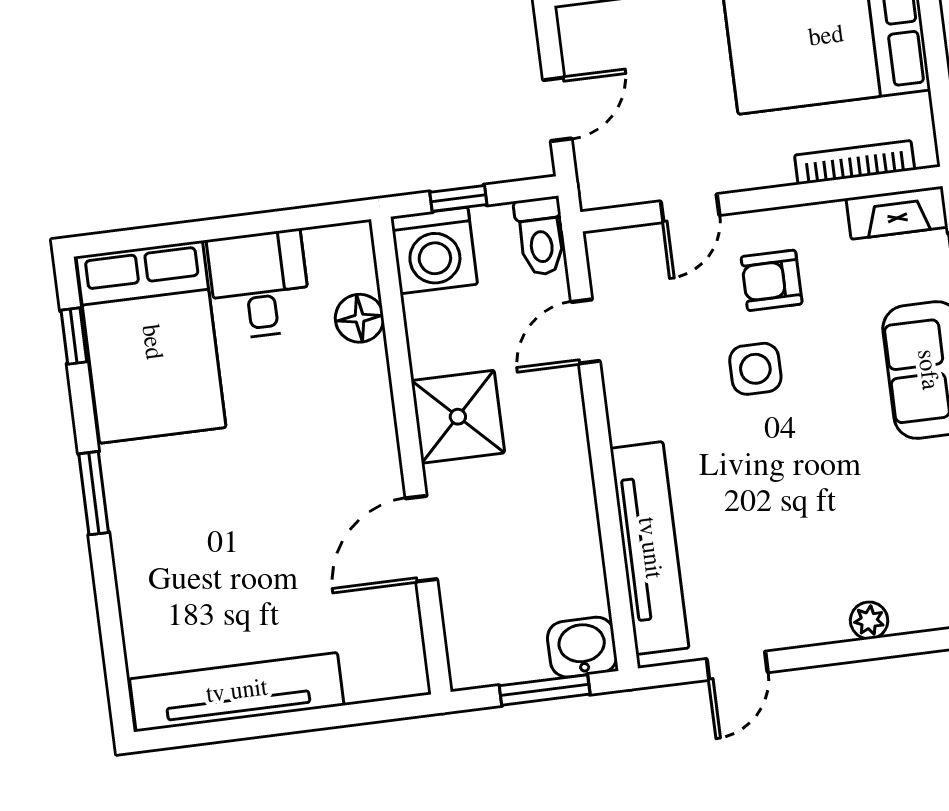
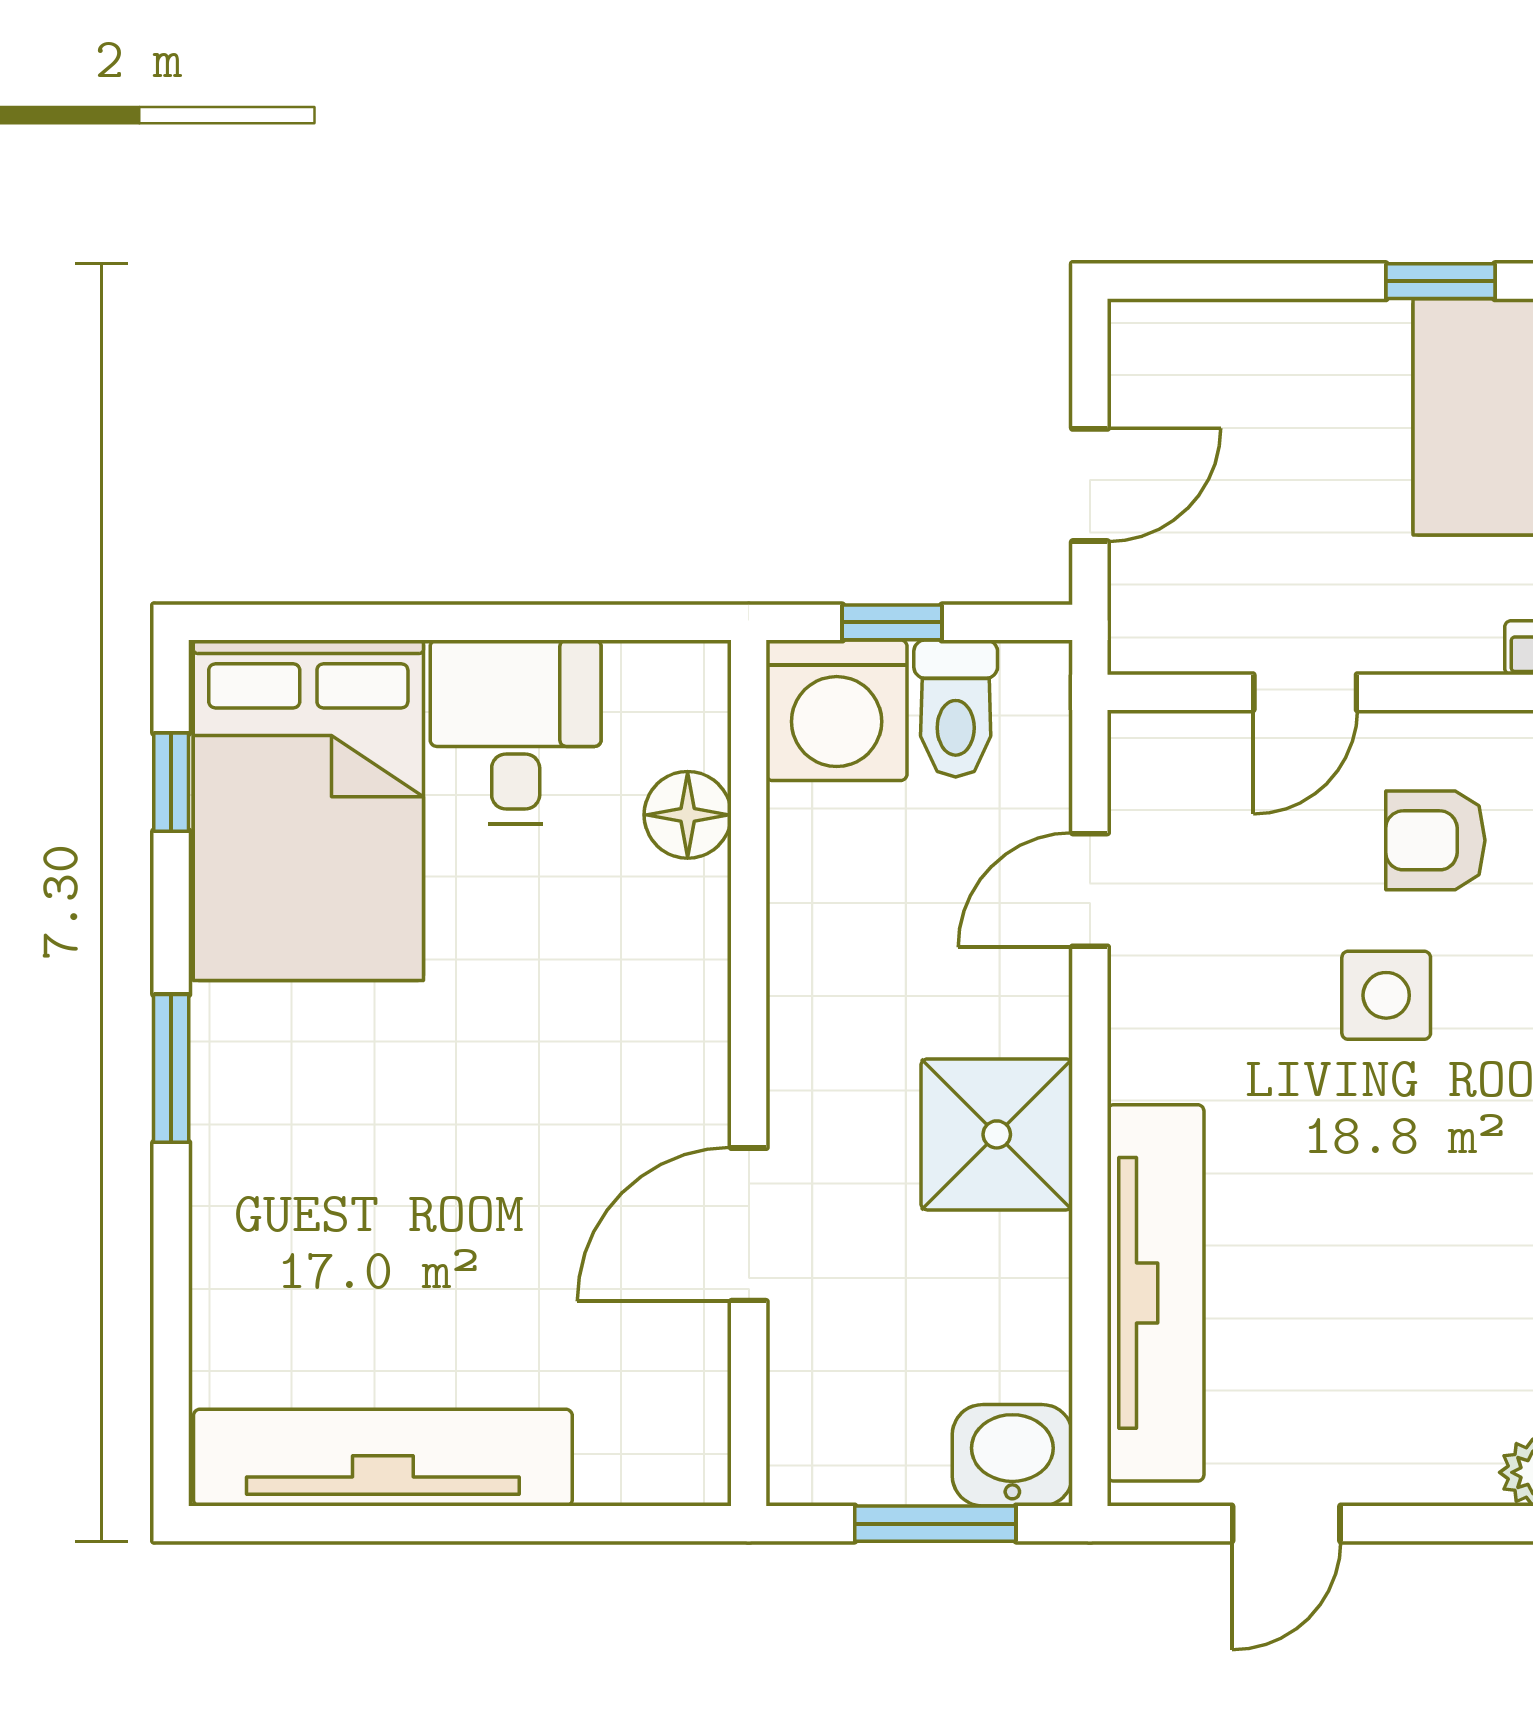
toilet: (540, 236) -> (956, 709), moved
shower: (458, 417) -> (997, 1134), moved

